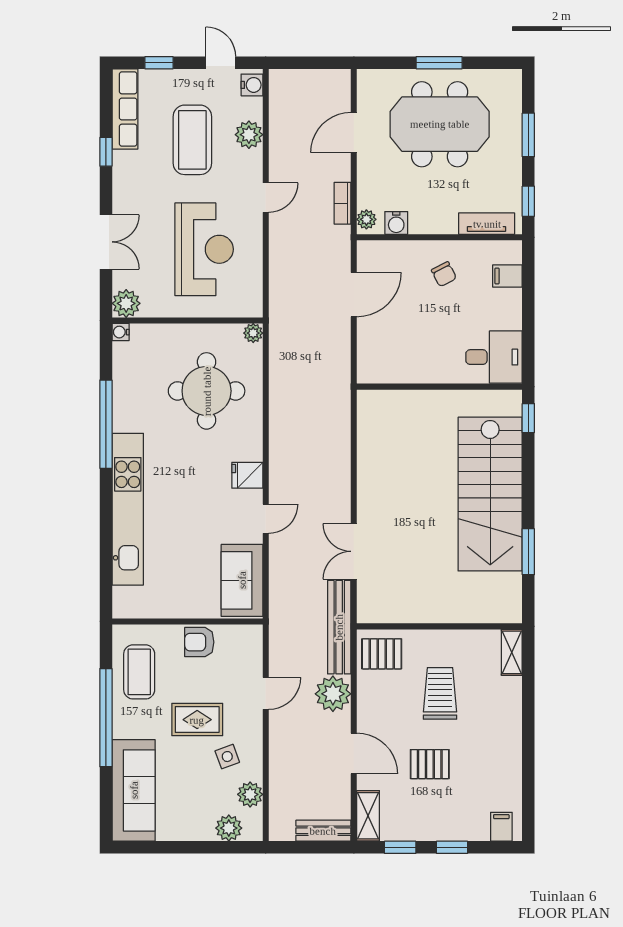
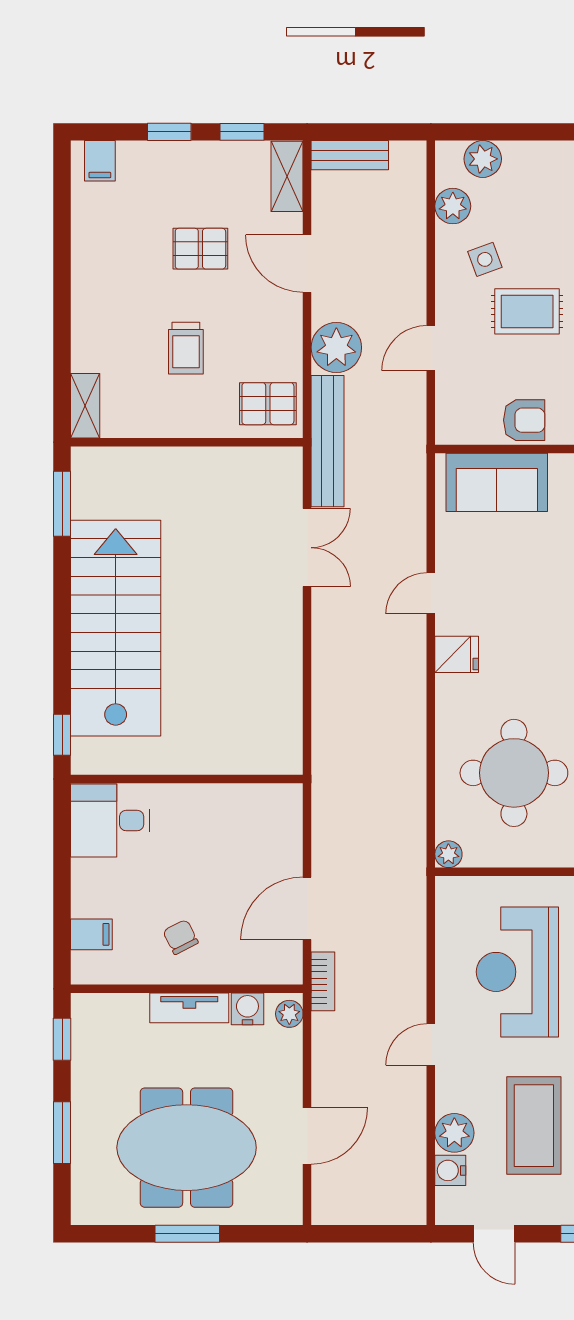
water cooler: (252, 85) -> (450, 1170), moved
bookcase: (343, 203) -> (323, 981), moved
tv unit: (487, 224) -> (189, 1008), moved
window: (528, 552) -> (62, 504), moved
sofa: (242, 580) -> (497, 482), moved, turned 90
trolley: (440, 693) -> (186, 348), width x0.73, depth x0.72

